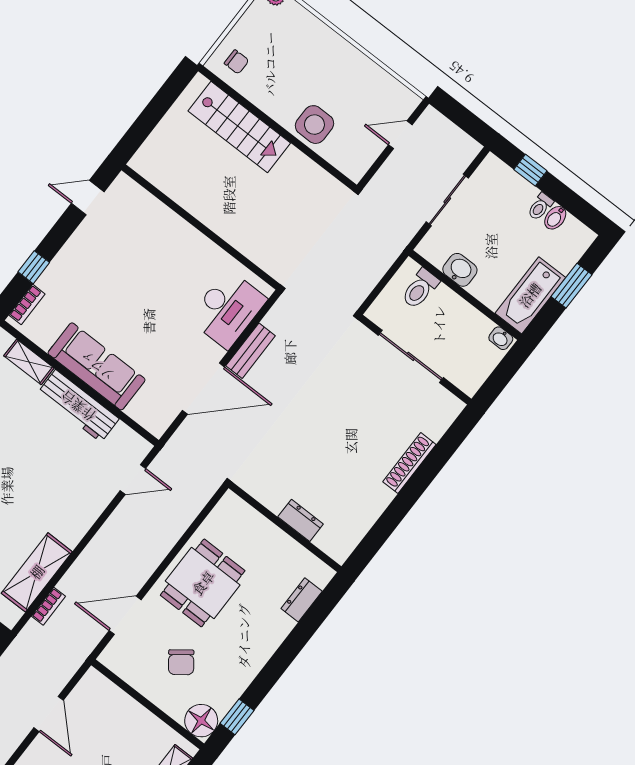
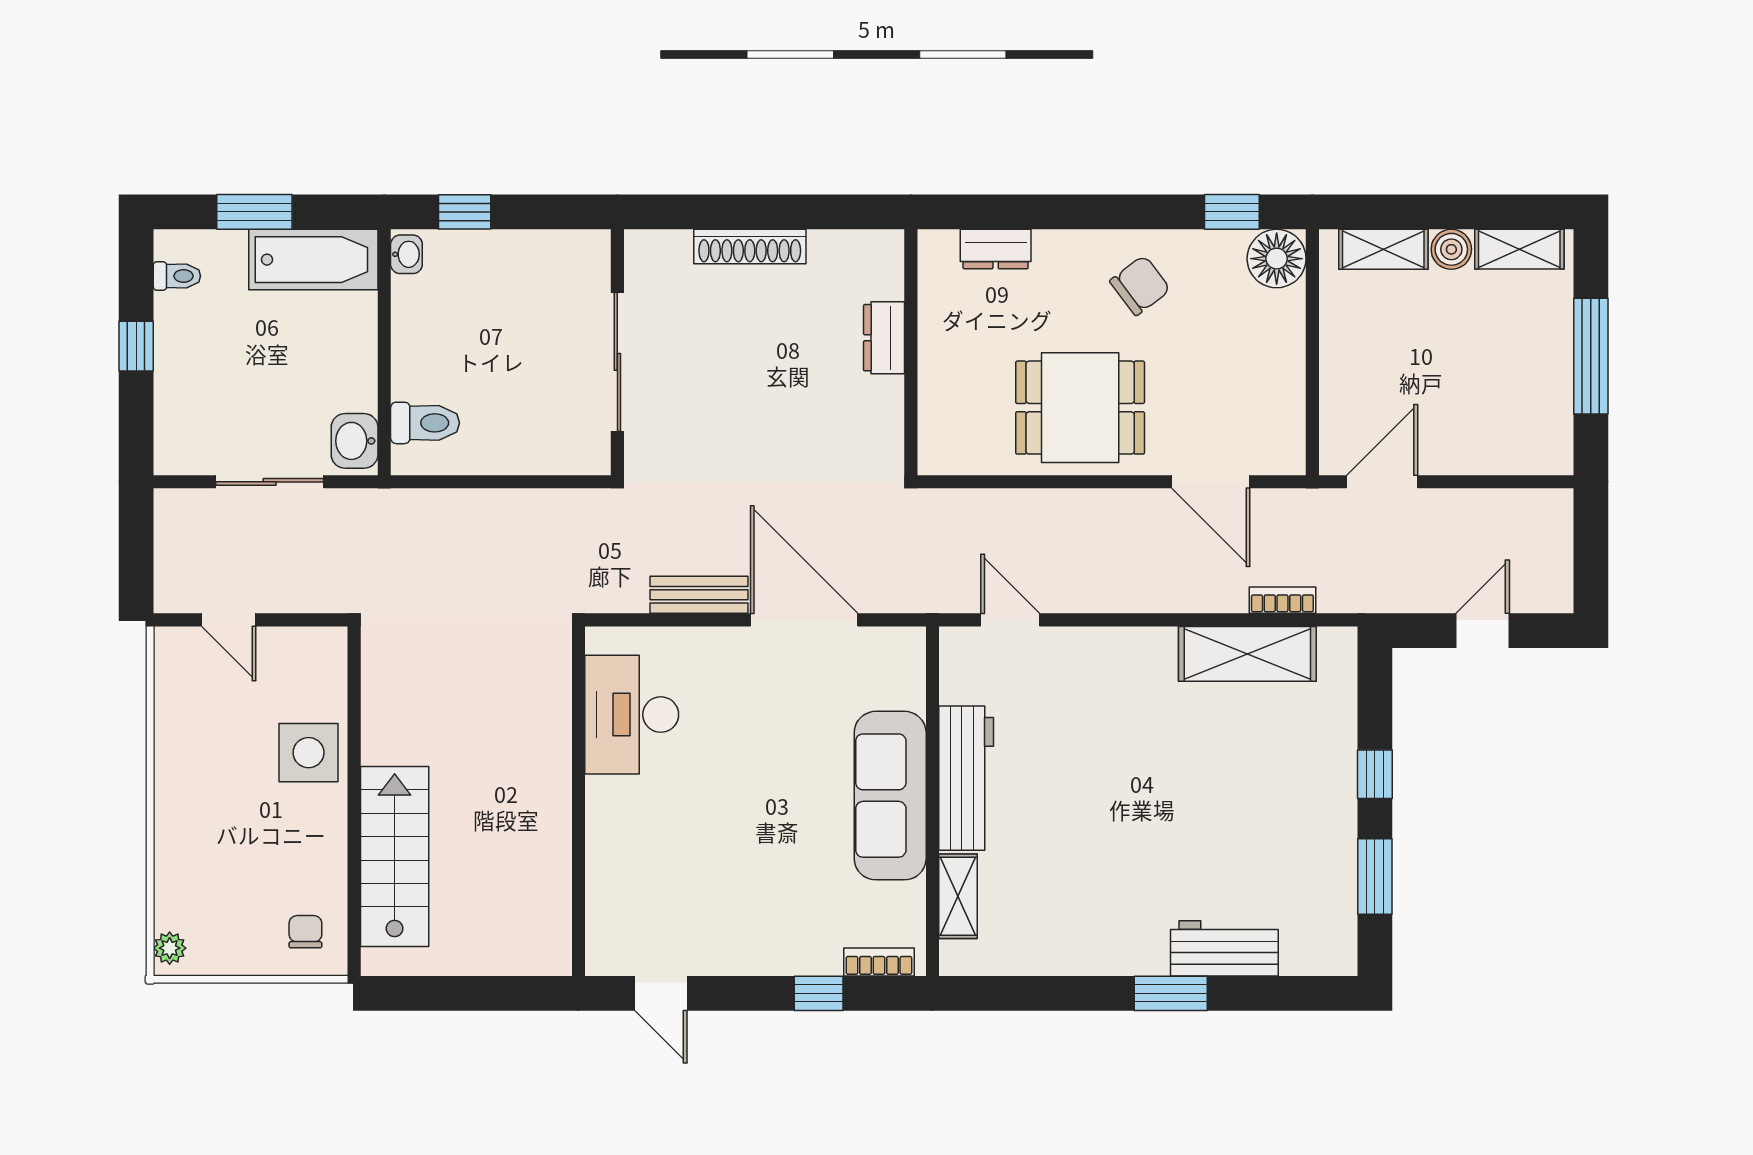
window: (530, 170) -> (136, 346), moved
toilet: (540, 207) -> (177, 276), moved
bidet: (555, 218) -> (176, 309), removed
washbasin: (460, 270) -> (355, 441), moved
desk: (228, 309) -> (632, 715), moved, turned -90
sliding door: (411, 356) -> (617, 362), moved
wall: (415, 360) -> (617, 352), moved
window: (500, 378) -> (465, 212), added
shoe rack: (409, 463) -> (750, 247), moved
chair: (181, 662) -> (1140, 285), moved
door: (49, 714) -> (1382, 482), moved

